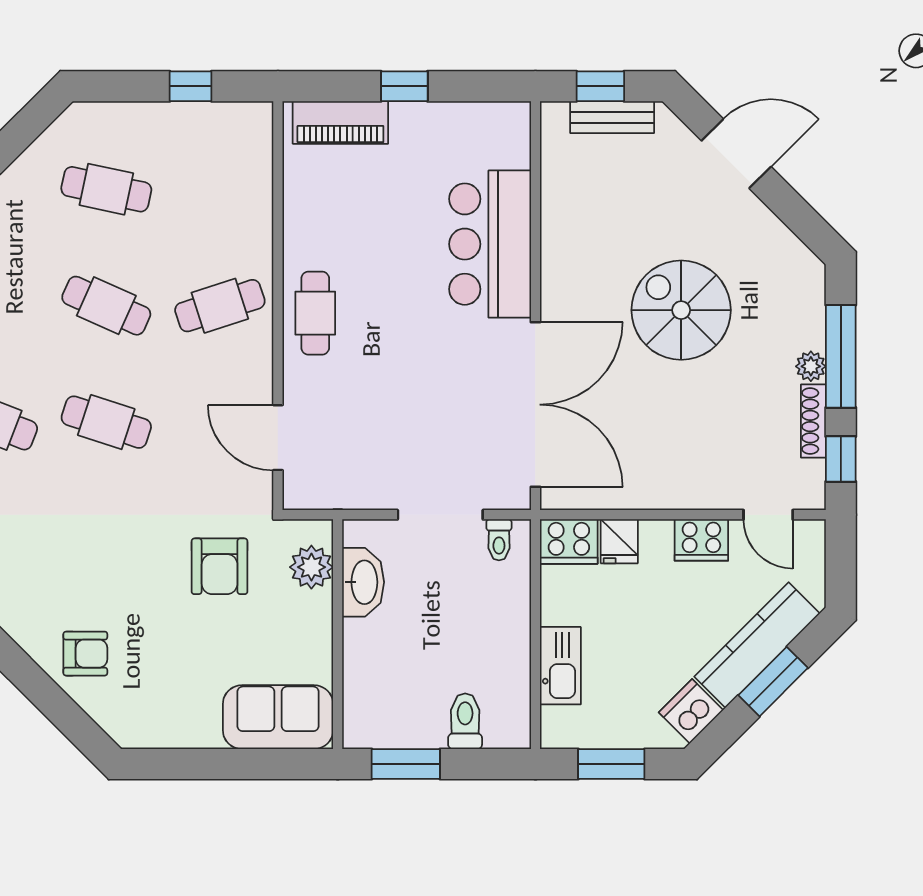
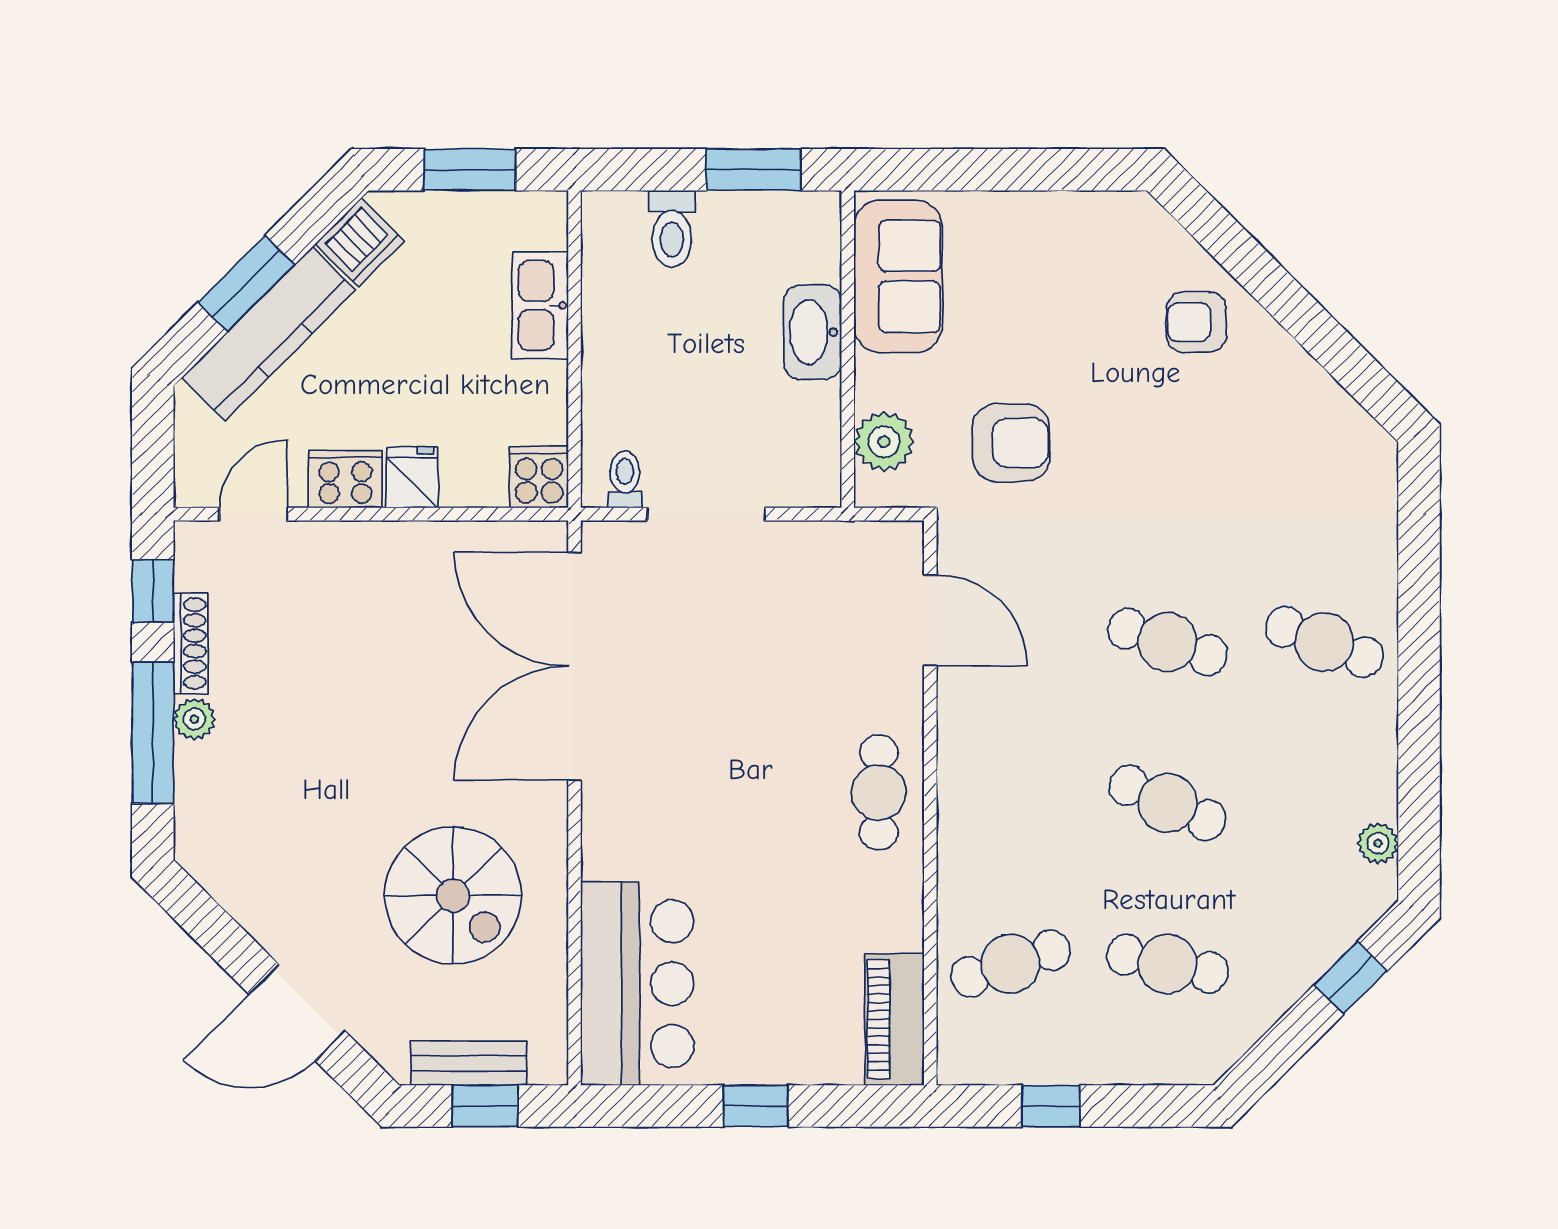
piano: (340, 122) -> (895, 1019), moved, turned -90
bar counter: (490, 244) -> (637, 984), moved
cafe table: (220, 306) -> (1011, 964), moved
spiral stairs: (681, 310) -> (453, 895), moved
door: (768, 515) -> (253, 514), hinge flipped
cooker: (569, 541) -> (539, 477), width x0.73
fridge: (619, 541) -> (412, 477), moved
armchair: (220, 566) -> (1011, 443), turned 90
washbasin: (363, 582) -> (813, 332), moved
sofa: (278, 717) -> (898, 276), moved, turned -90

